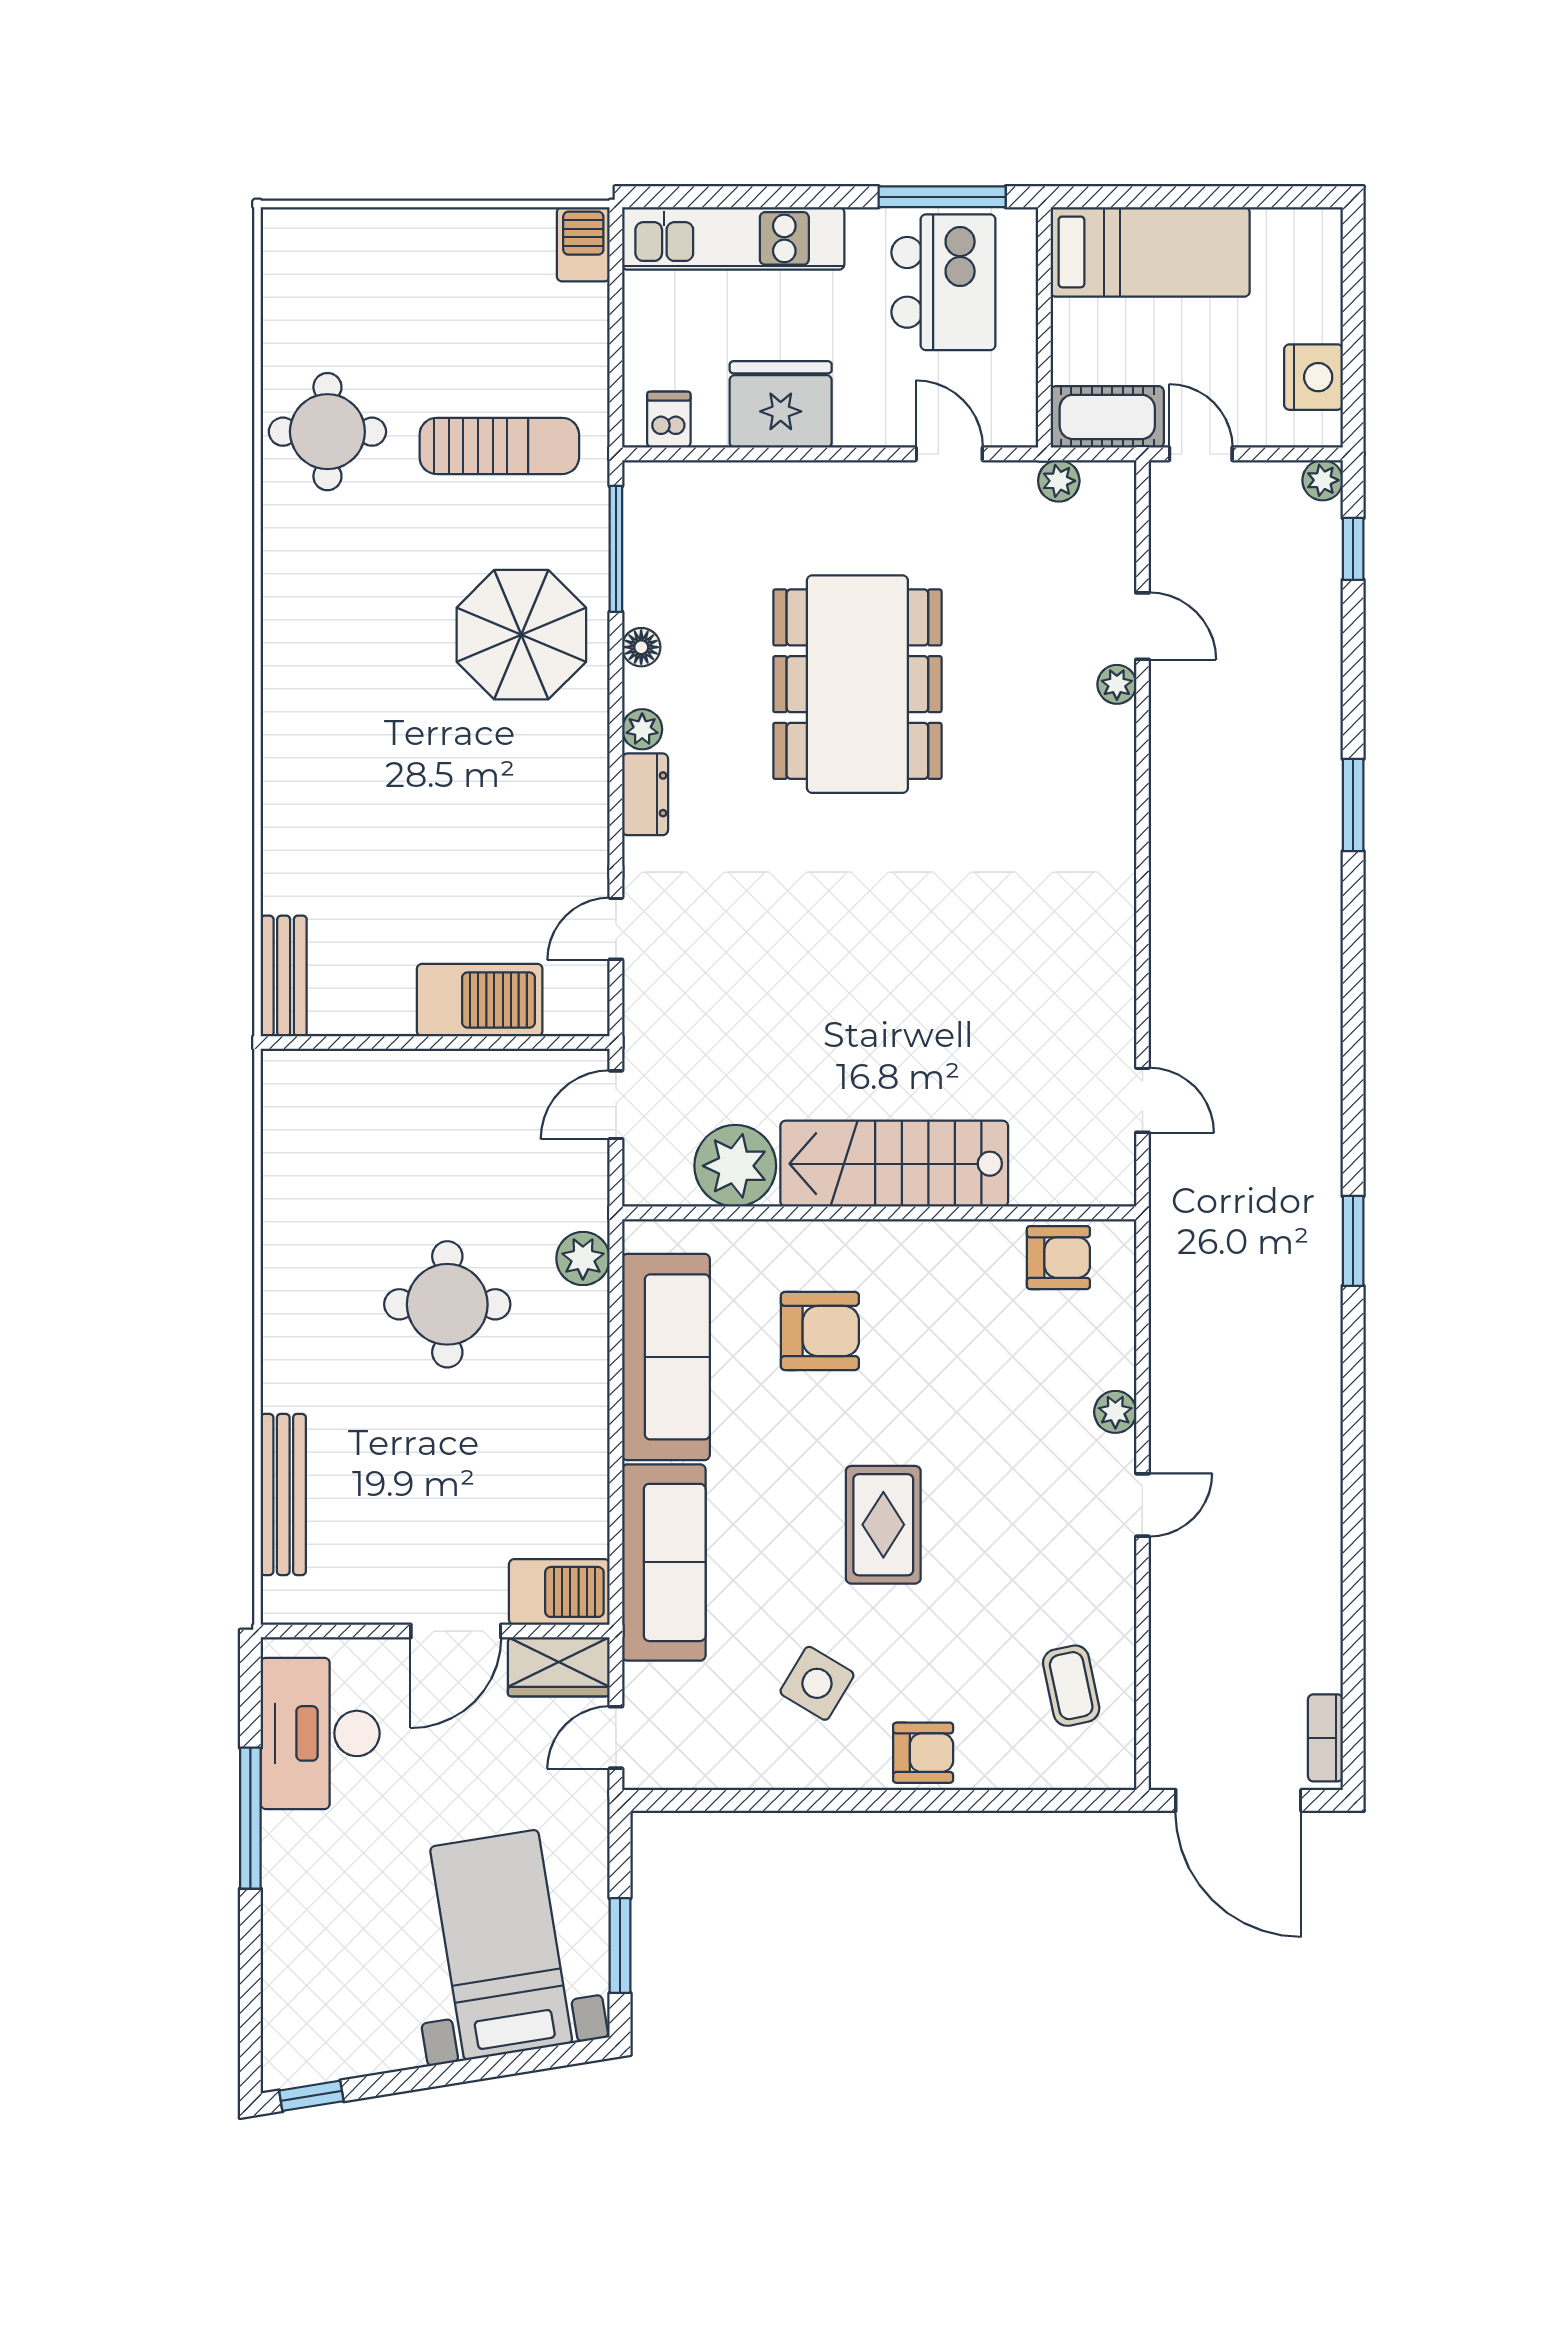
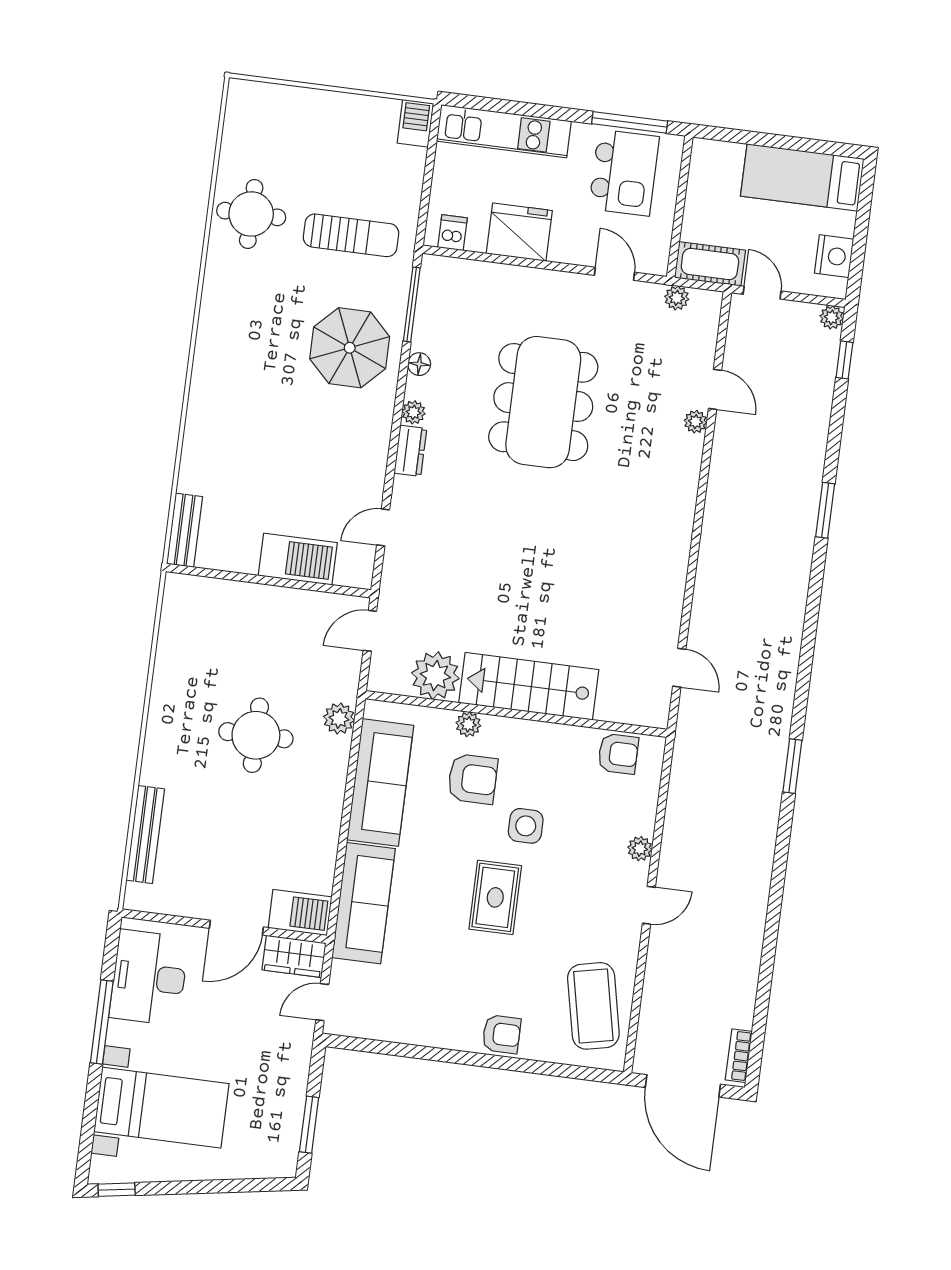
bed: (1150, 252) -> (802, 177), moved, turned 180
plant: (801, 1240) -> (468, 724), added
side table: (817, 1683) -> (526, 826), moved, turned -31
coffee table: (1071, 1686) -> (593, 1006), width x1.86, depth x1.72
bed with nightstands: (501, 1945) -> (161, 1108), moved, turned 99

